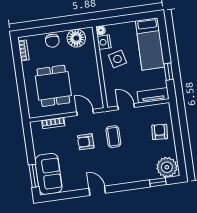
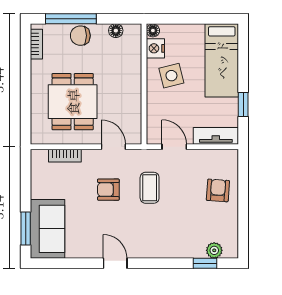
window: (44, 30) -> (71, 19), added
floor lamp: (76, 38) -> (116, 31), width x0.53, depth x0.53
chair: (52, 41) -> (80, 36), turned 90
plant: (167, 167) -> (214, 250), width x0.53, depth x0.53

